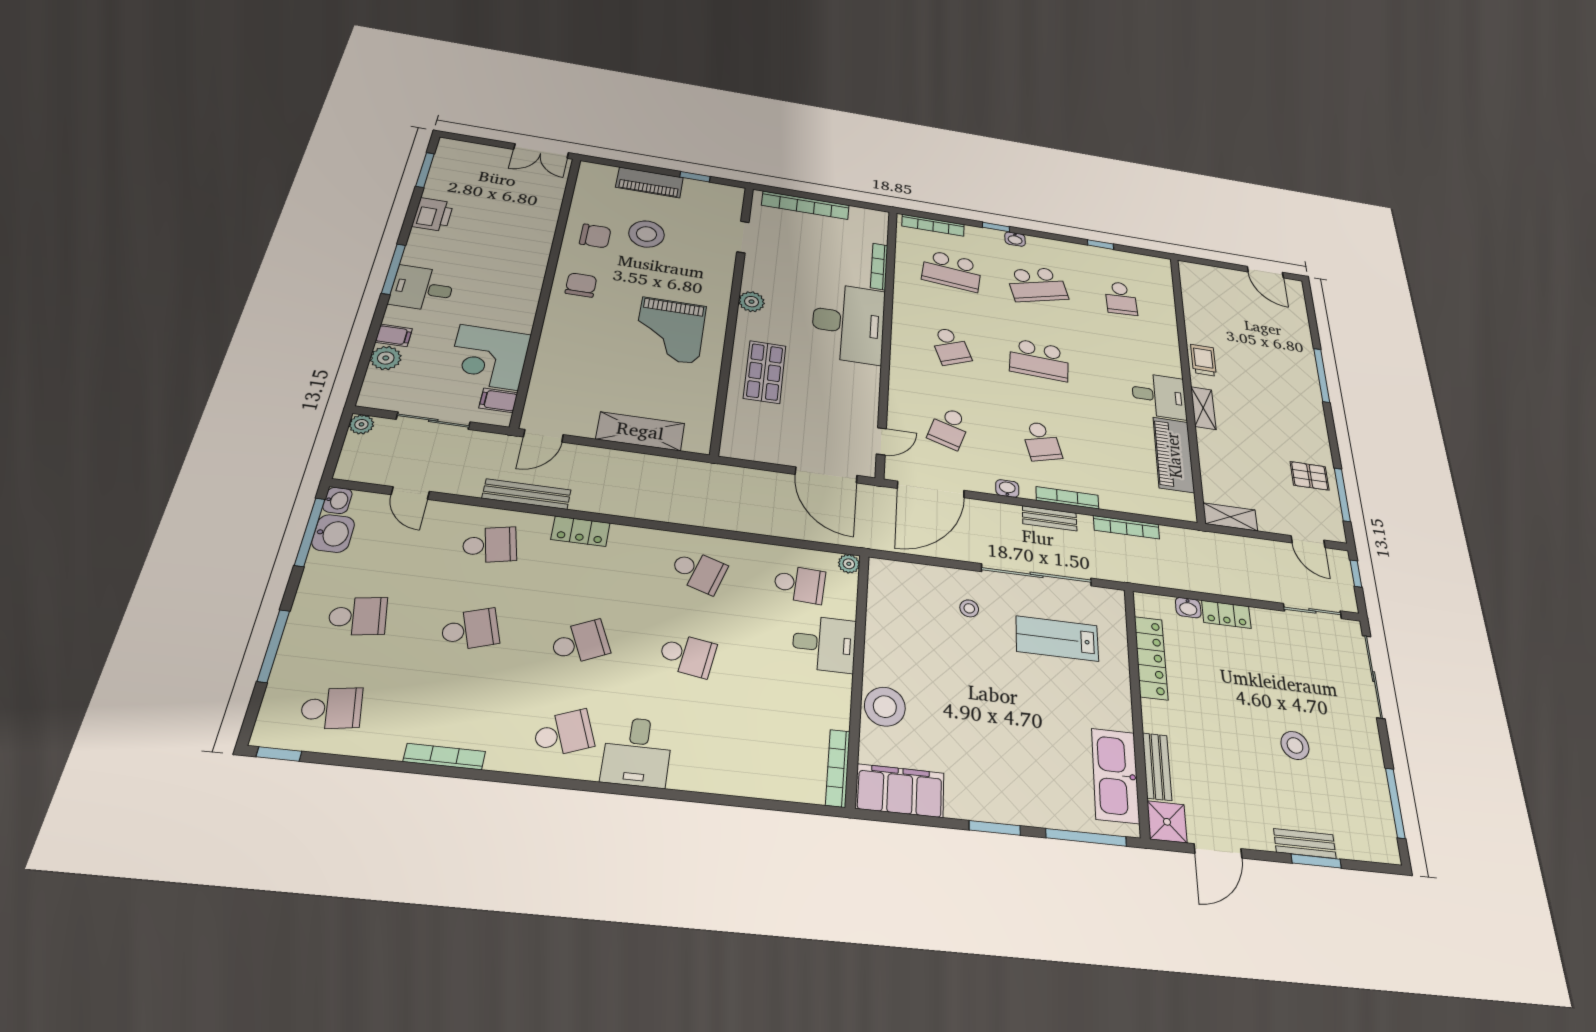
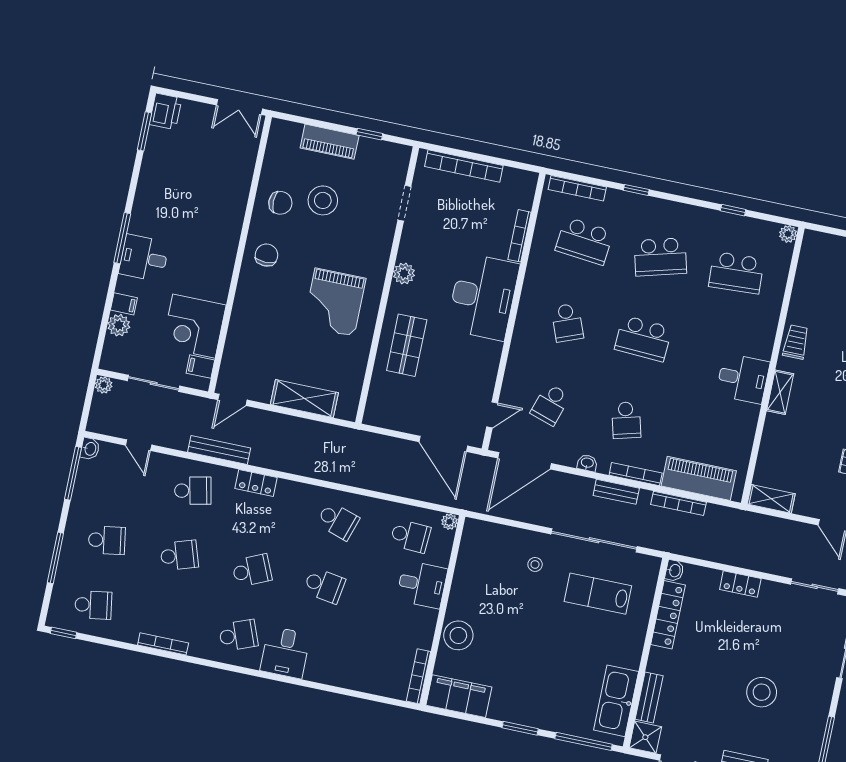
printer: (433, 215) -> (166, 111), moved
washbasin: (1015, 239) -> (651, 204), removed
plant: (1163, 265) -> (788, 234), added
school desk: (1121, 298) -> (736, 273), width x1.85
piano: (1174, 455) -> (699, 478), moved, turned 90
washbasin: (333, 533) -> (88, 475), removed
washbasin: (1188, 608) -> (674, 571), moved, turned -90
stool: (1295, 745) -> (762, 692), width x1.38, depth x1.38

